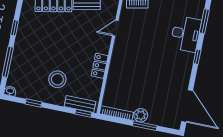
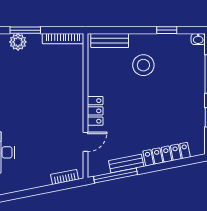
locker: (100, 66) -> (95, 111), moved
window: (83, 113) -> (103, 30), removed
plant: (141, 115) -> (18, 42), moved

